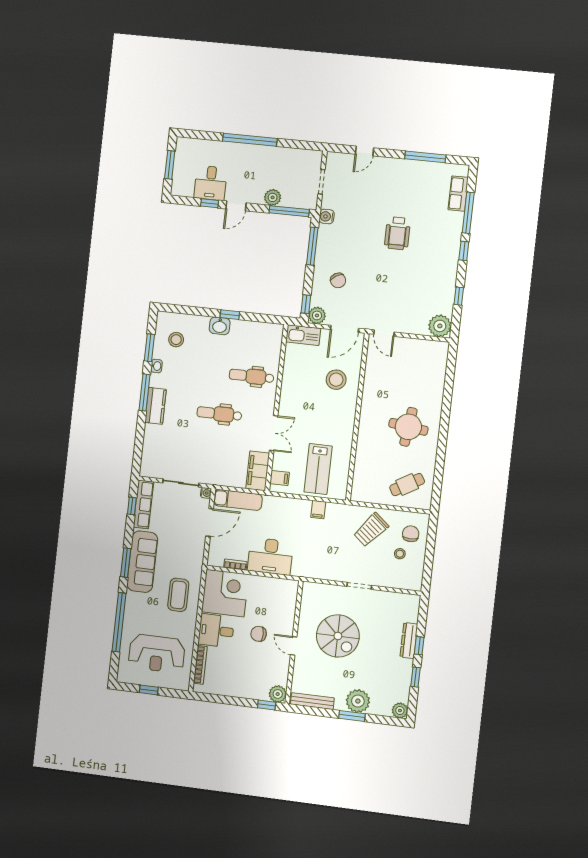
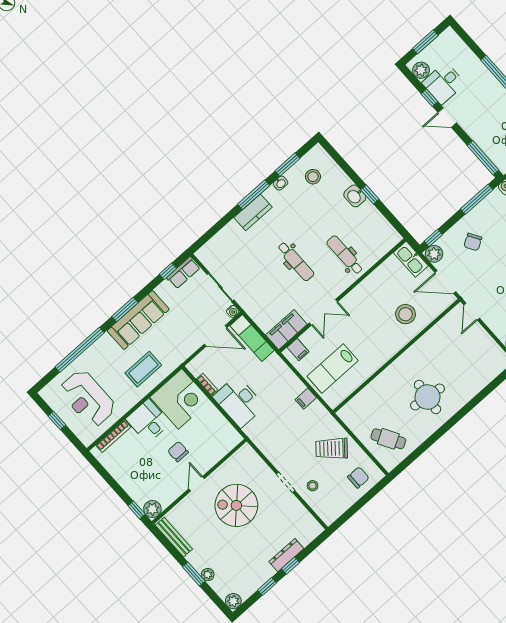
plant: (273, 197) -> (421, 70), moved
dental chair: (219, 414) -> (296, 261), turned 180
row of seats: (143, 504) -> (183, 273), width x0.68
stool: (400, 554) -> (313, 486), moved
spiral stairs: (338, 636) -> (236, 505), turned 90
plant: (358, 701) -> (208, 575), width x0.53, depth x0.53

